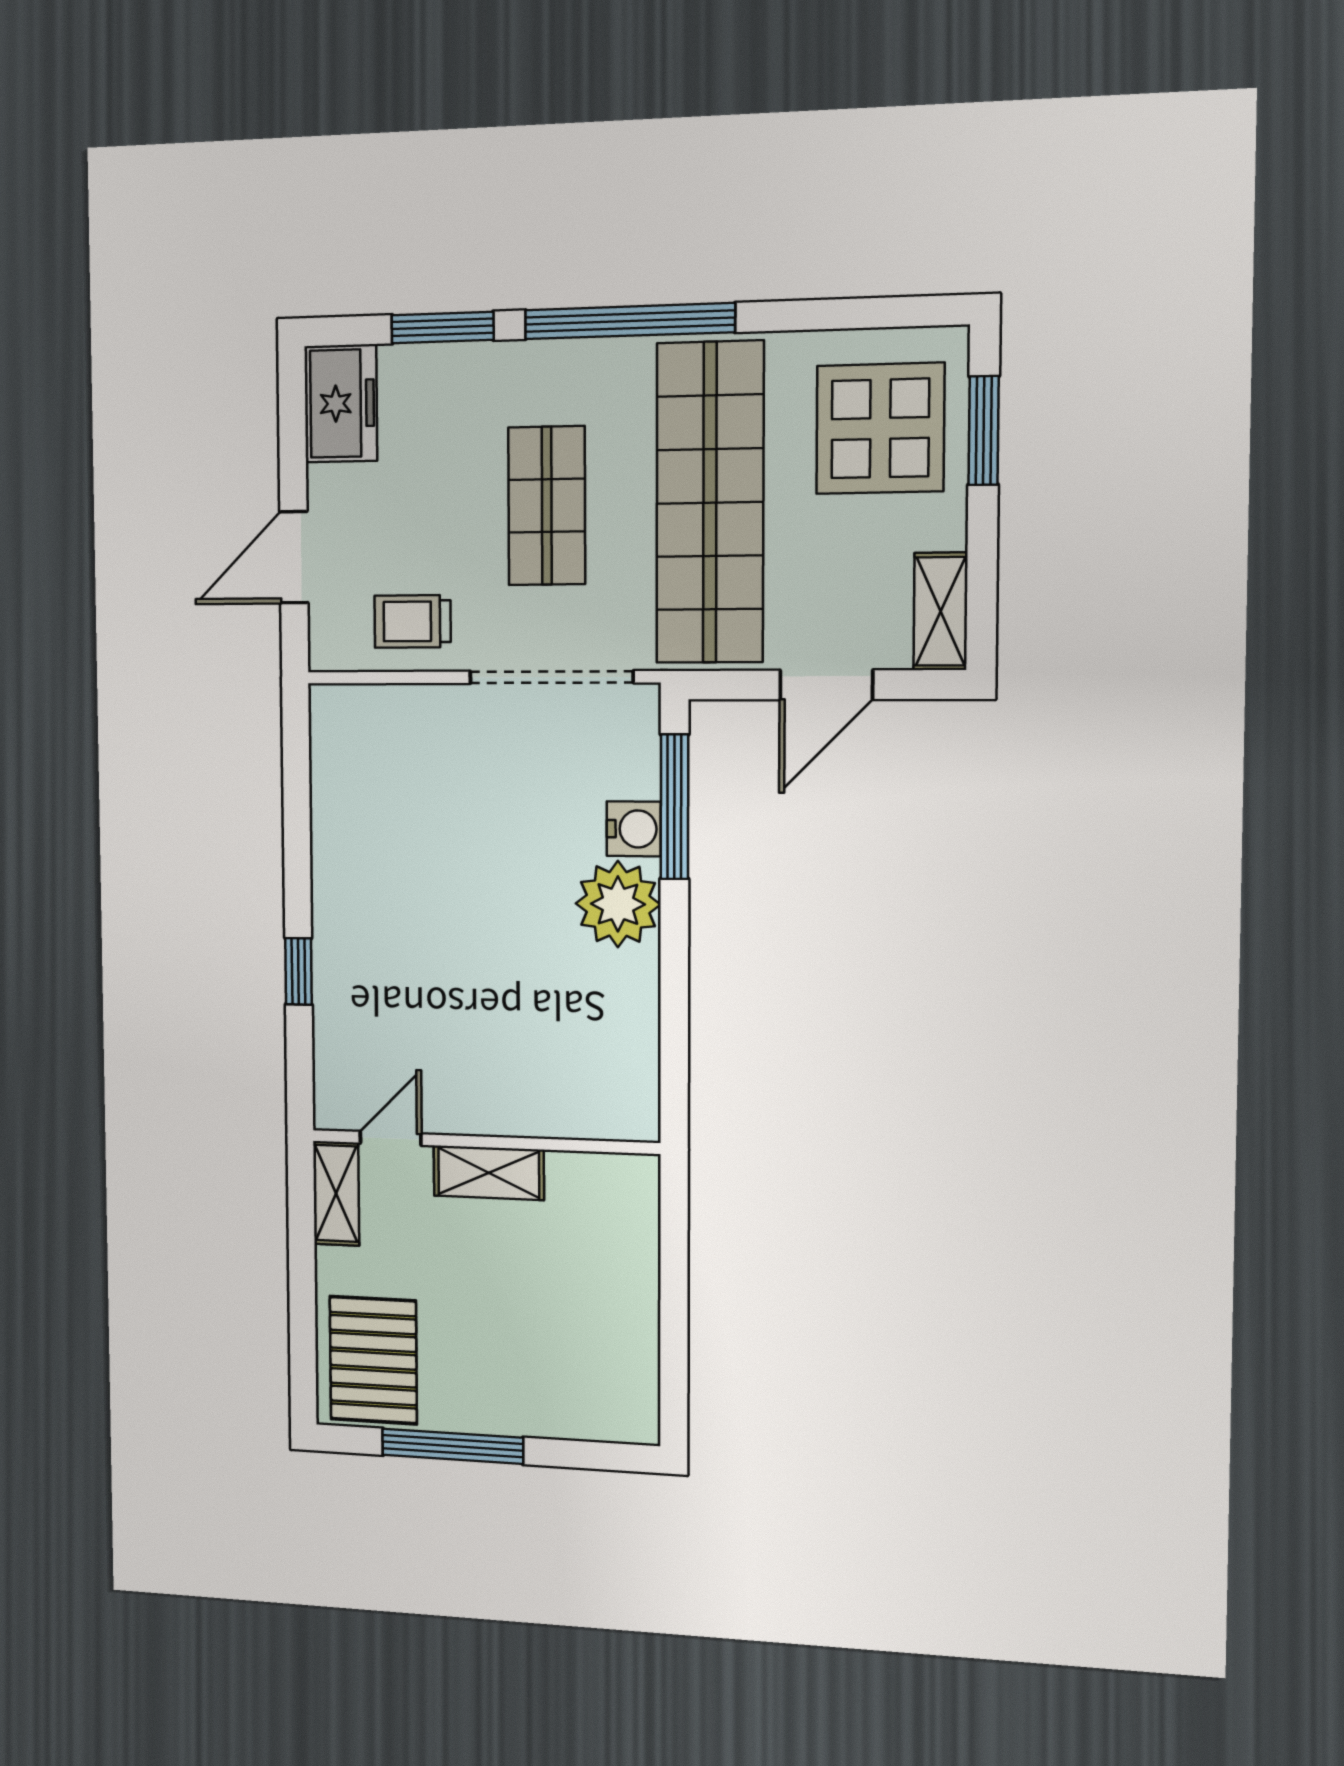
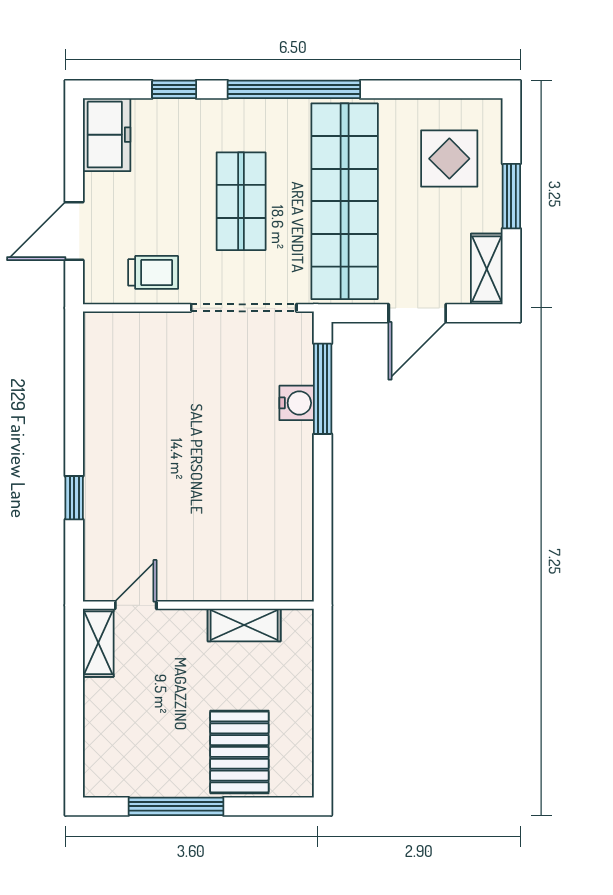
window: (443, 327) -> (174, 89), width x0.67
display table: (880, 429) -> (449, 159), width x0.73, depth x0.73
window: (984, 431) -> (511, 196), moved
trolley: (413, 621) -> (153, 272), turned 180
plant: (618, 904) -> (286, 450), removed
shelving: (489, 1173) -> (244, 625), moved
pallet: (373, 1360) -> (239, 752), moved

